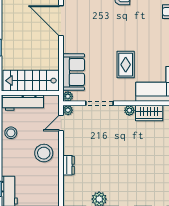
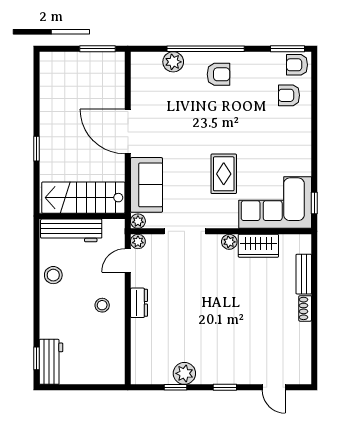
door: (61, 21) -> (128, 132), moved
stool: (44, 153) -> (102, 305), width x0.53, depth x0.53
dresser: (69, 165) -> (139, 303), moved

